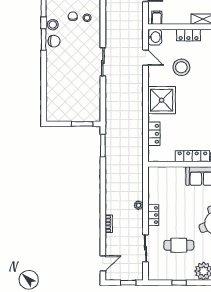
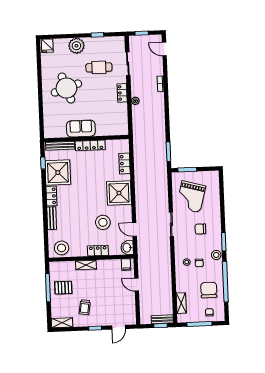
chair: (54, 41) -> (200, 229), moved
grand piano: (79, 93) -> (191, 197), added
door: (103, 263) -> (164, 49), hinge flipped

